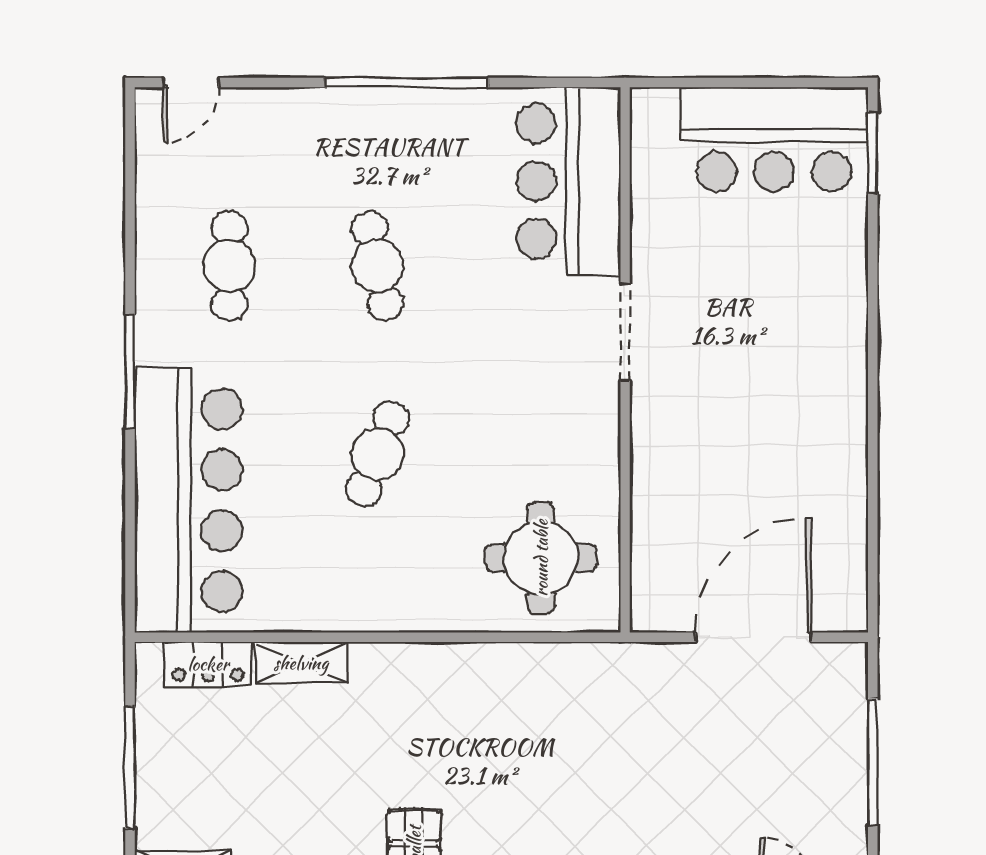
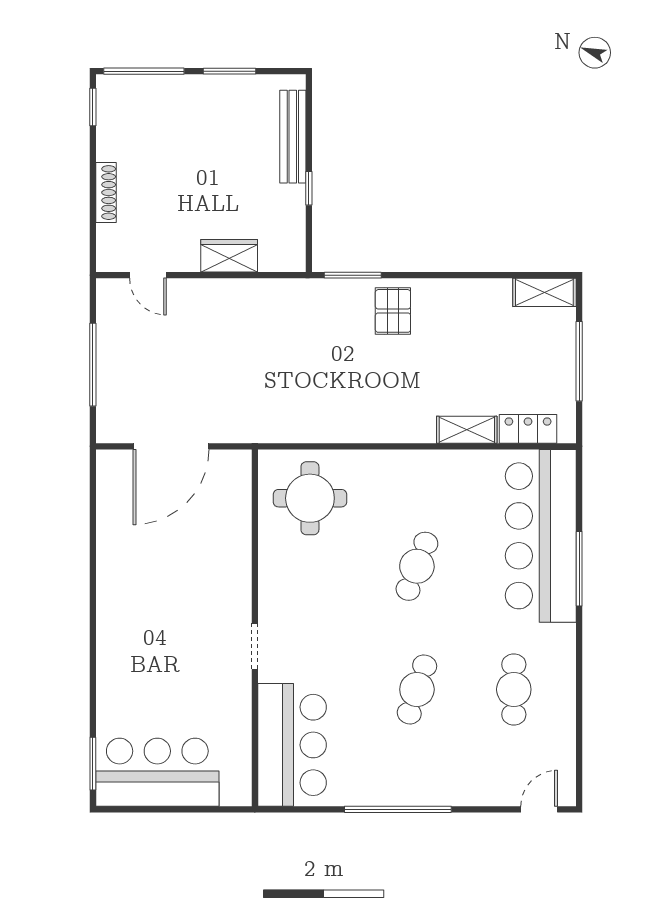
cafe table: (378, 266) -> (417, 689), turned 30
doorway: (625, 332) -> (255, 646), width x0.73
window: (130, 371) -> (579, 569), moved

